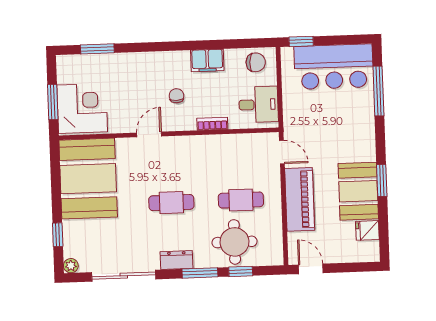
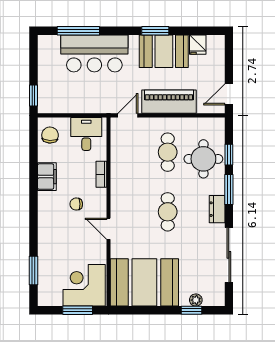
bar counter: (334, 67) -> (94, 53), moved, turned 90
plant: (71, 266) -> (196, 300), moved

